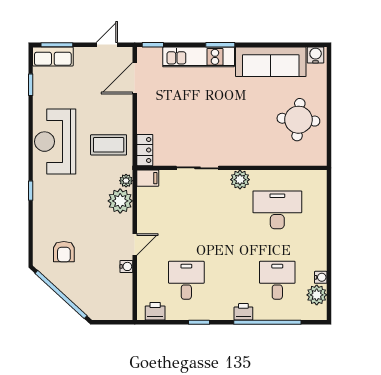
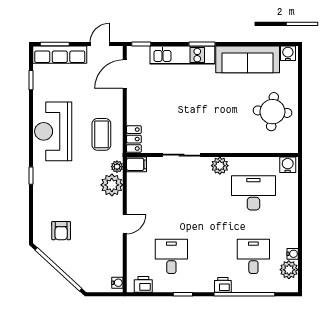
row of seats: (53, 56) -> (60, 55), width x1.48
coffee table: (109, 145) -> (101, 134), turned 90
water cooler: (315, 179) -> (288, 165), added
water cooler: (126, 266) -> (117, 283), moved

